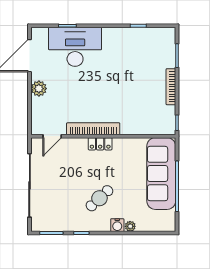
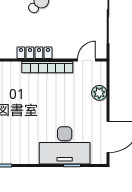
plant: (39, 89) -> (99, 93), moved
locker: (100, 144) -> (34, 53), width x1.53

